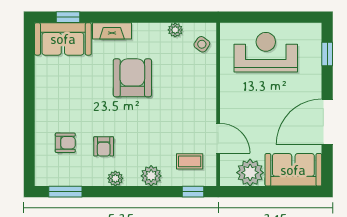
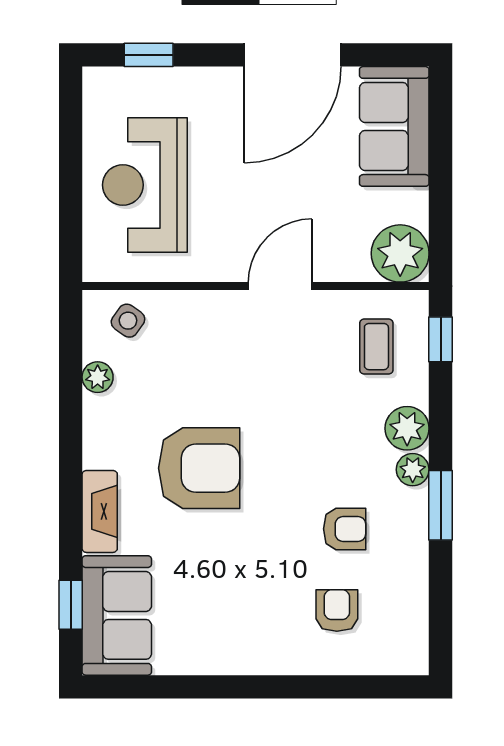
armchair: (132, 78) -> (199, 468), turned 180
door: (327, 122) -> (293, 55), hinge flipped
door: (218, 138) -> (280, 286), moved
plant: (250, 173) -> (400, 253), moved
plant: (115, 178) -> (413, 470), moved
window: (65, 192) -> (441, 505), moved

